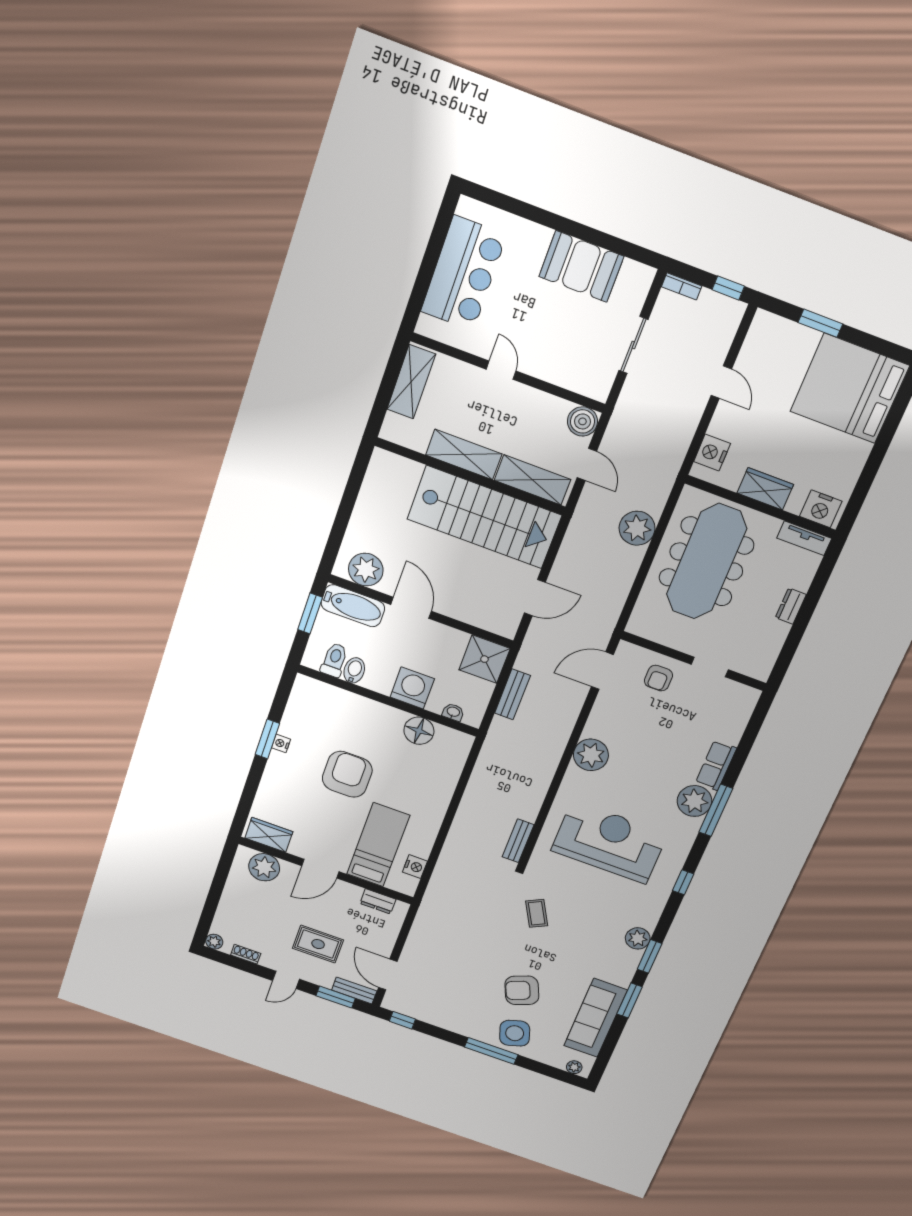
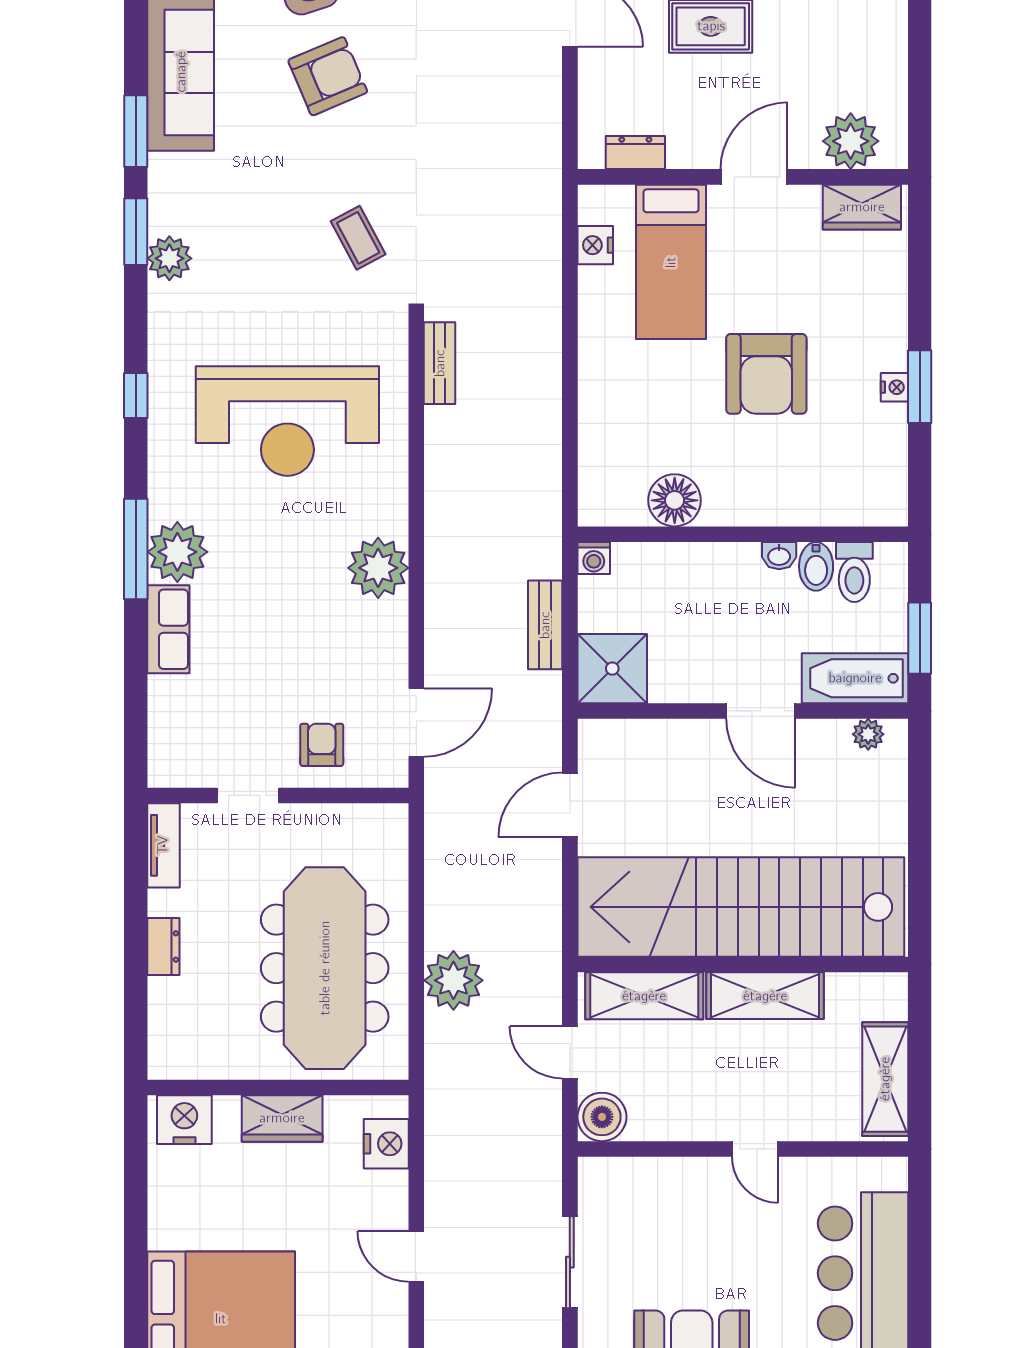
stairs: (484, 517) -> (741, 907), width x1.36
tv unit: (804, 538) -> (163, 845), moved, turned 90
plant: (366, 570) -> (868, 734), width x0.53, depth x0.53
washing machine: (412, 688) -> (594, 558), moved, width x0.53, depth x0.53
washbasin: (453, 712) -> (779, 556), moved

